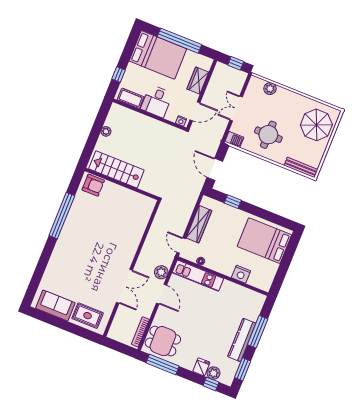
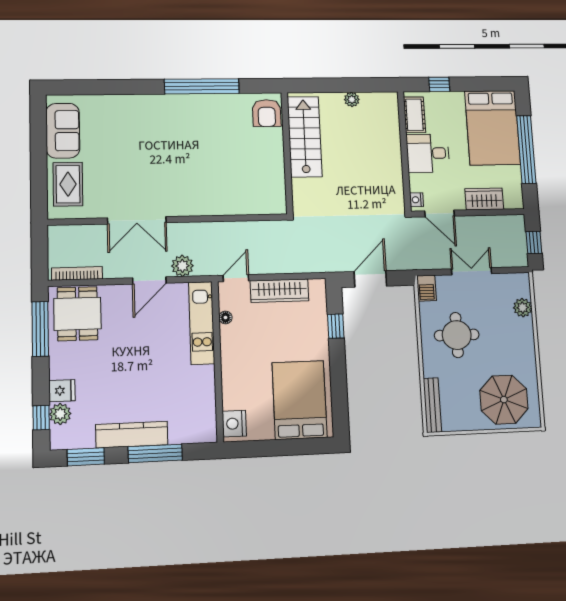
nightstand: (241, 274) -> (234, 424), moved

